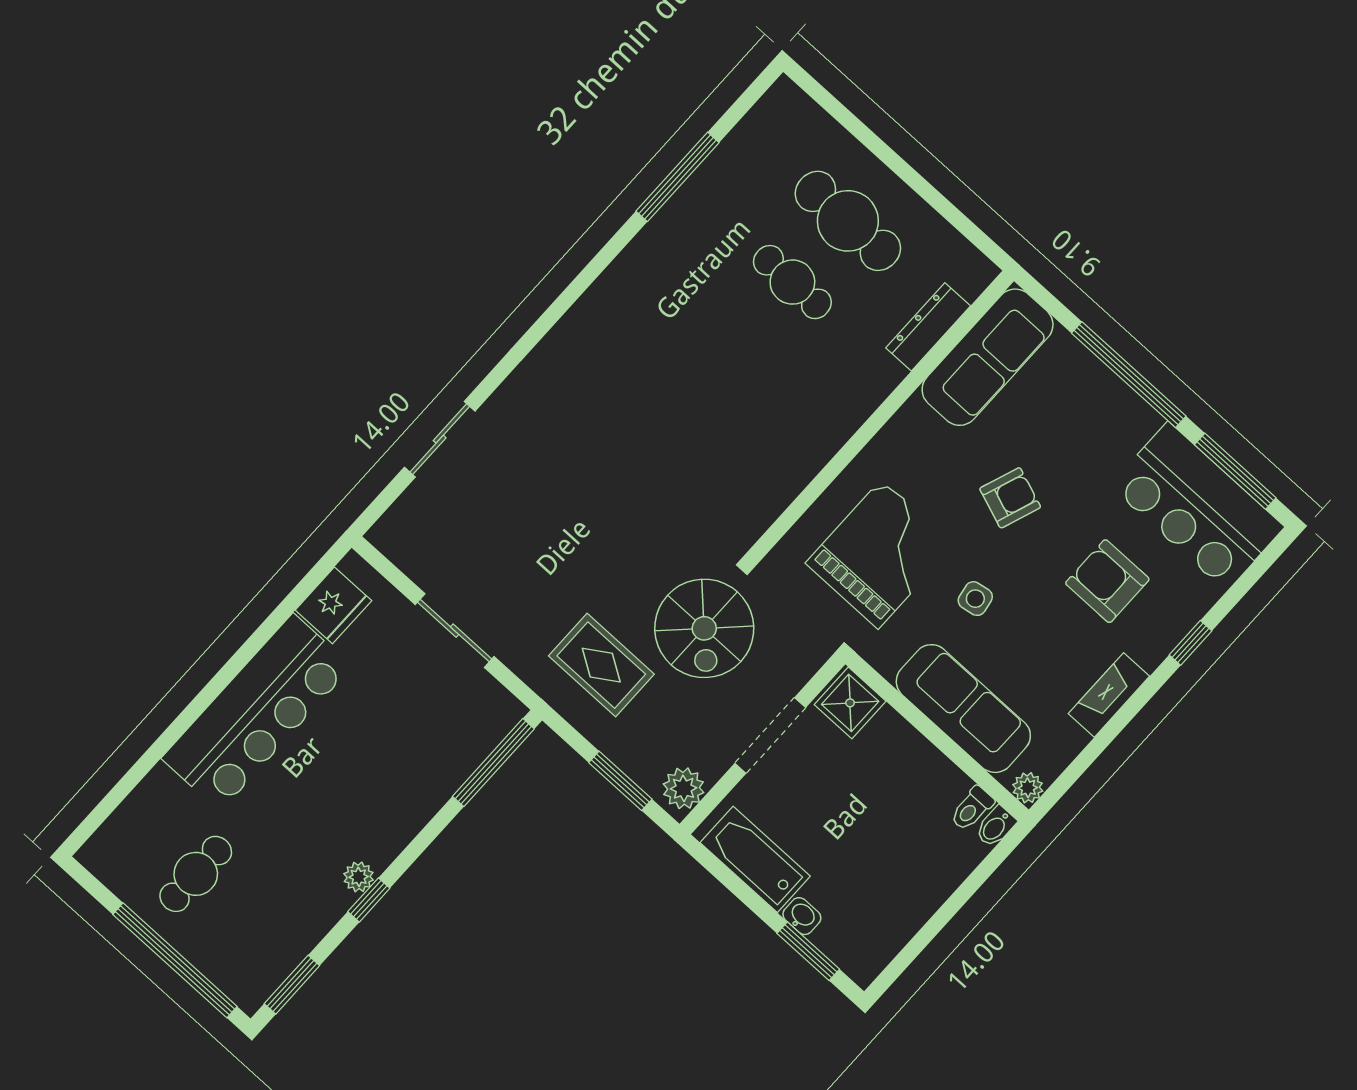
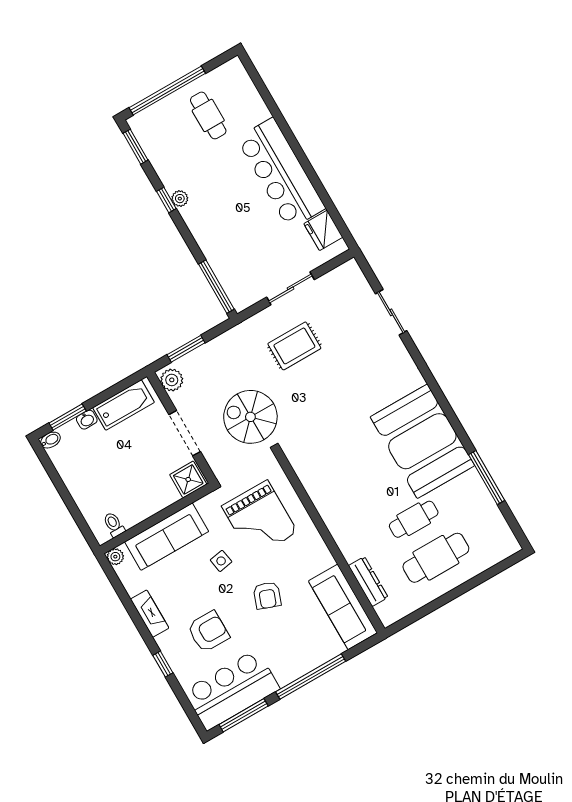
booth: (650, 311) -> (422, 441), added
rug: (601, 665) -> (294, 346), moved
bidet: (996, 827) -> (50, 440), moved, turned 90

